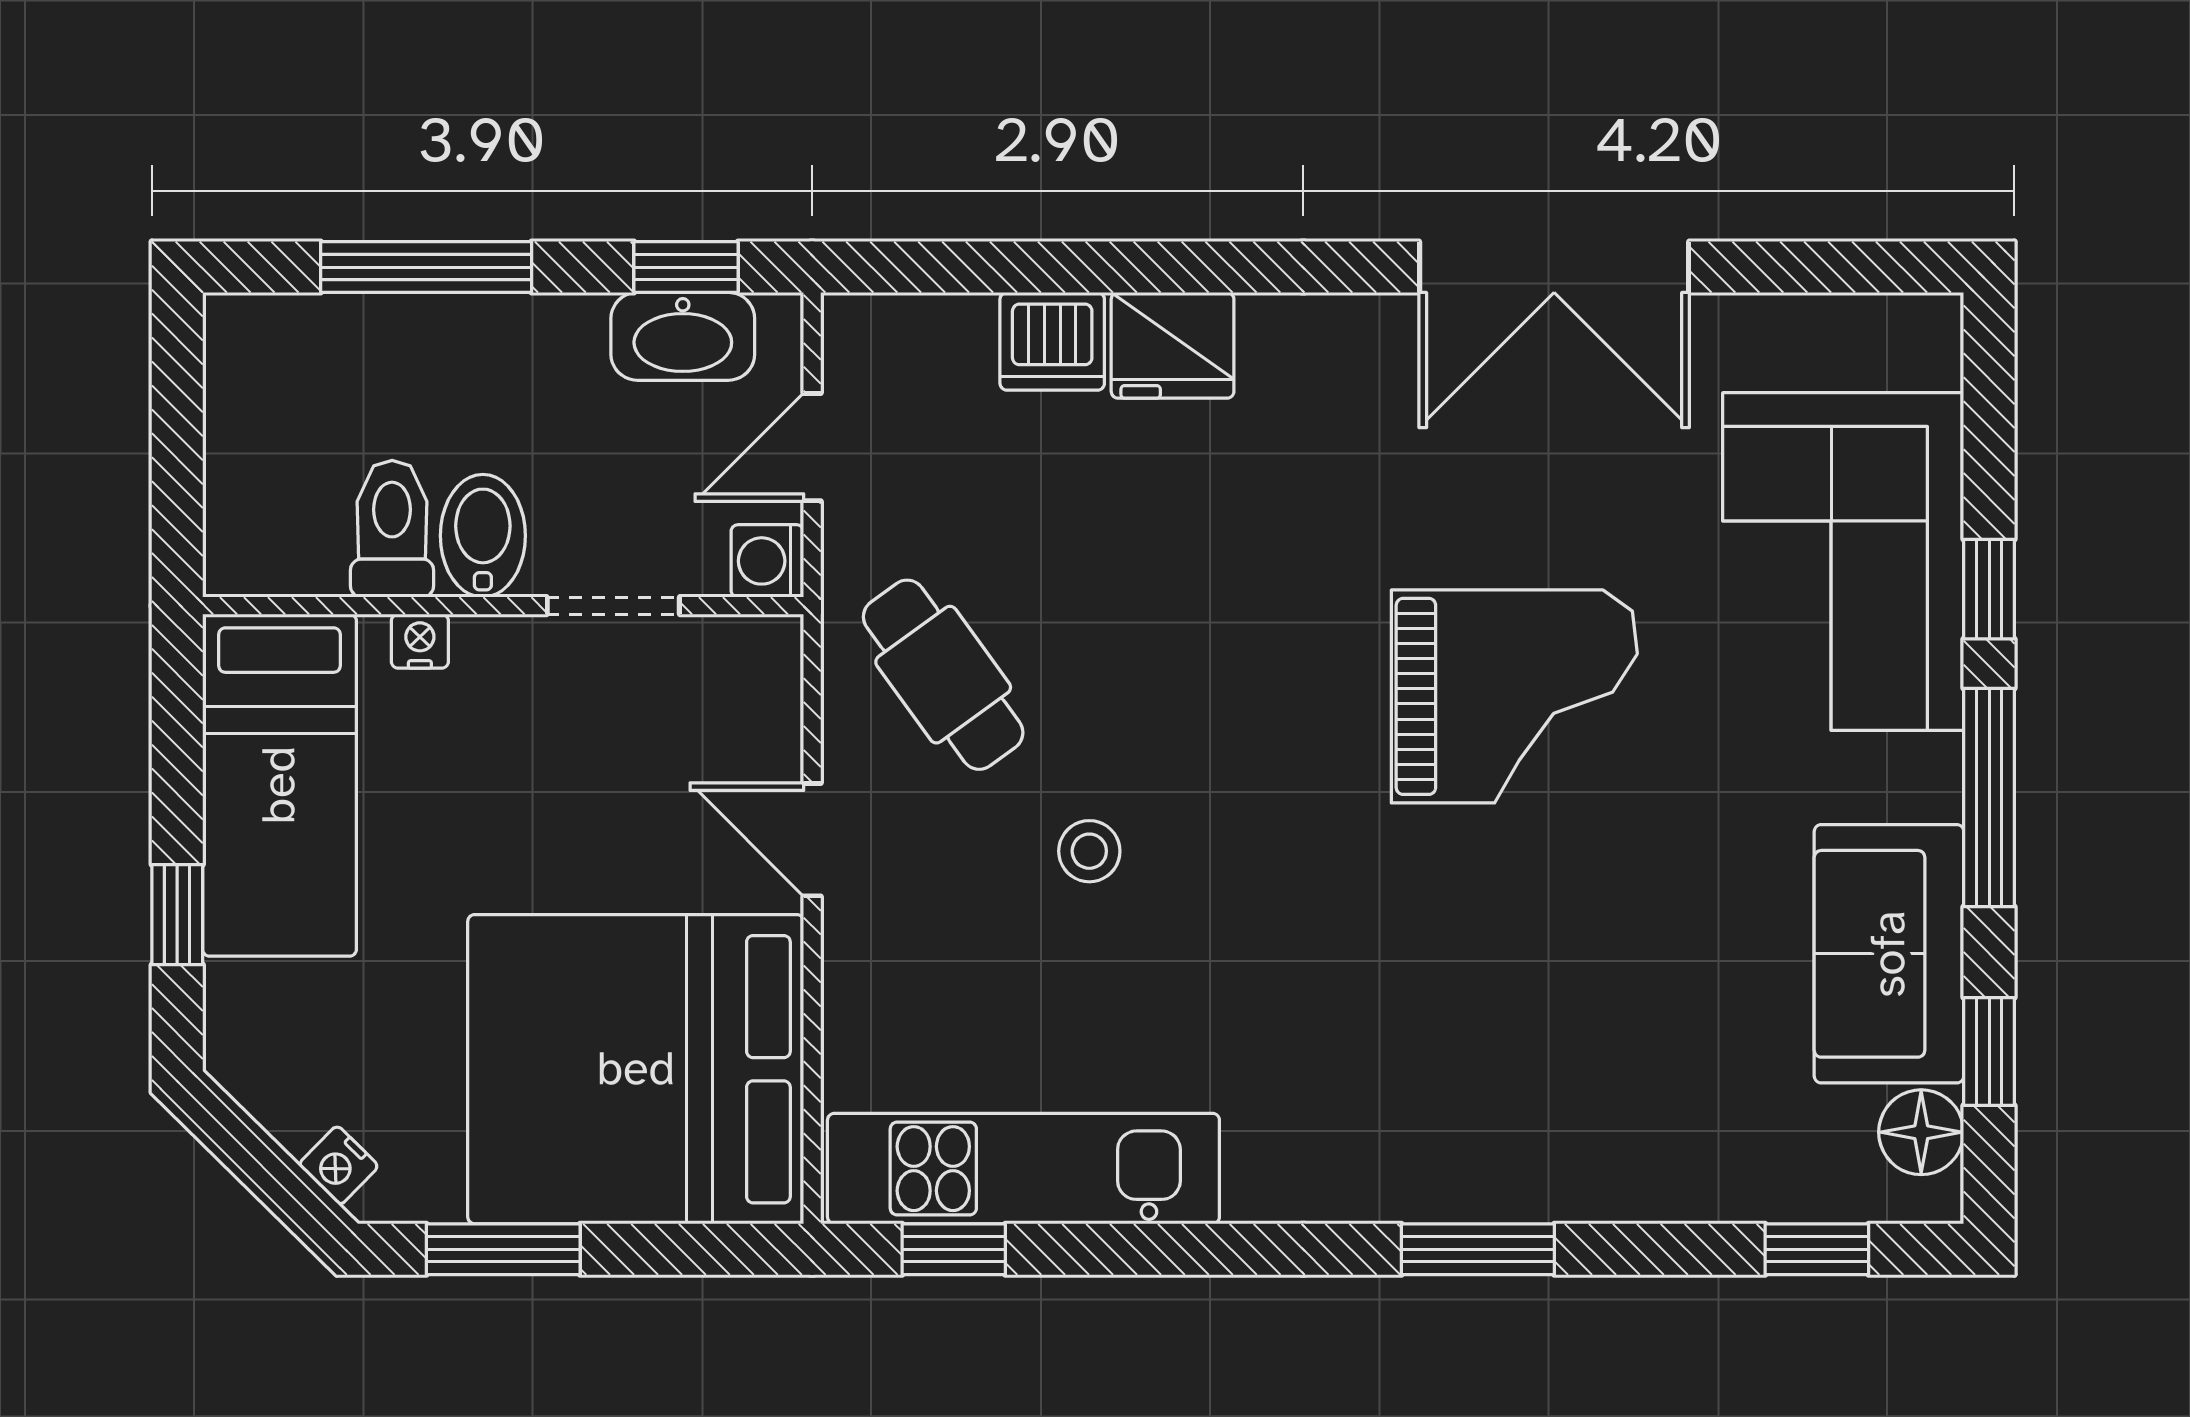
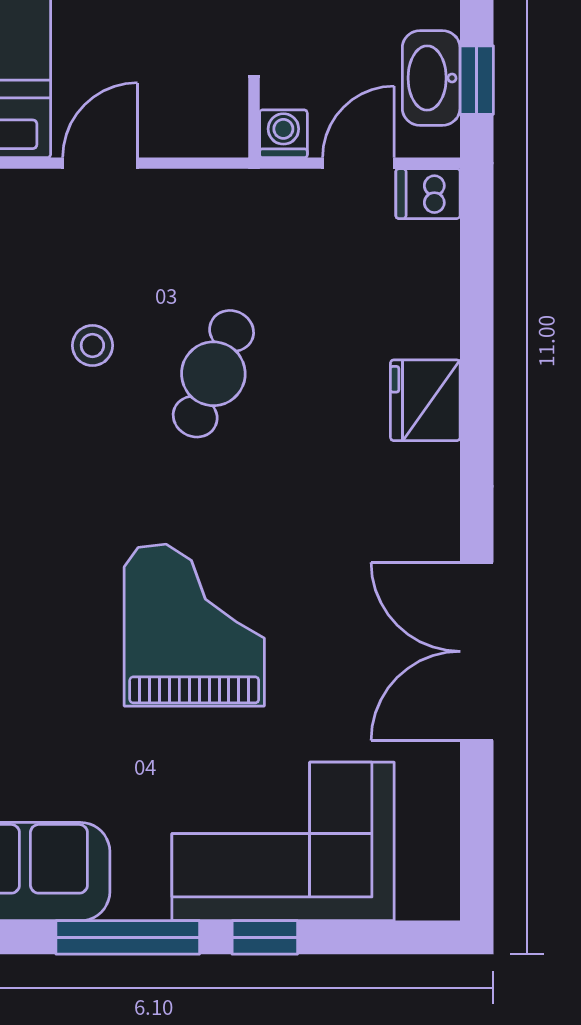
dishwasher: (1052, 341) -> (428, 194), moved, width x0.73
door: (812, 447) -> (358, 163), hinge flipped
cafe table: (943, 675) -> (213, 374), moved, turned -31
grand piano: (1514, 696) -> (194, 625), turned 180

